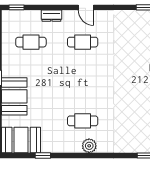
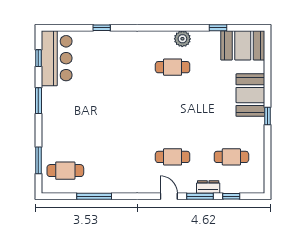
window: (16, 7) -> (231, 196), moved
window: (59, 7) -> (200, 196), added
plant: (89, 146) -> (182, 39), moved

